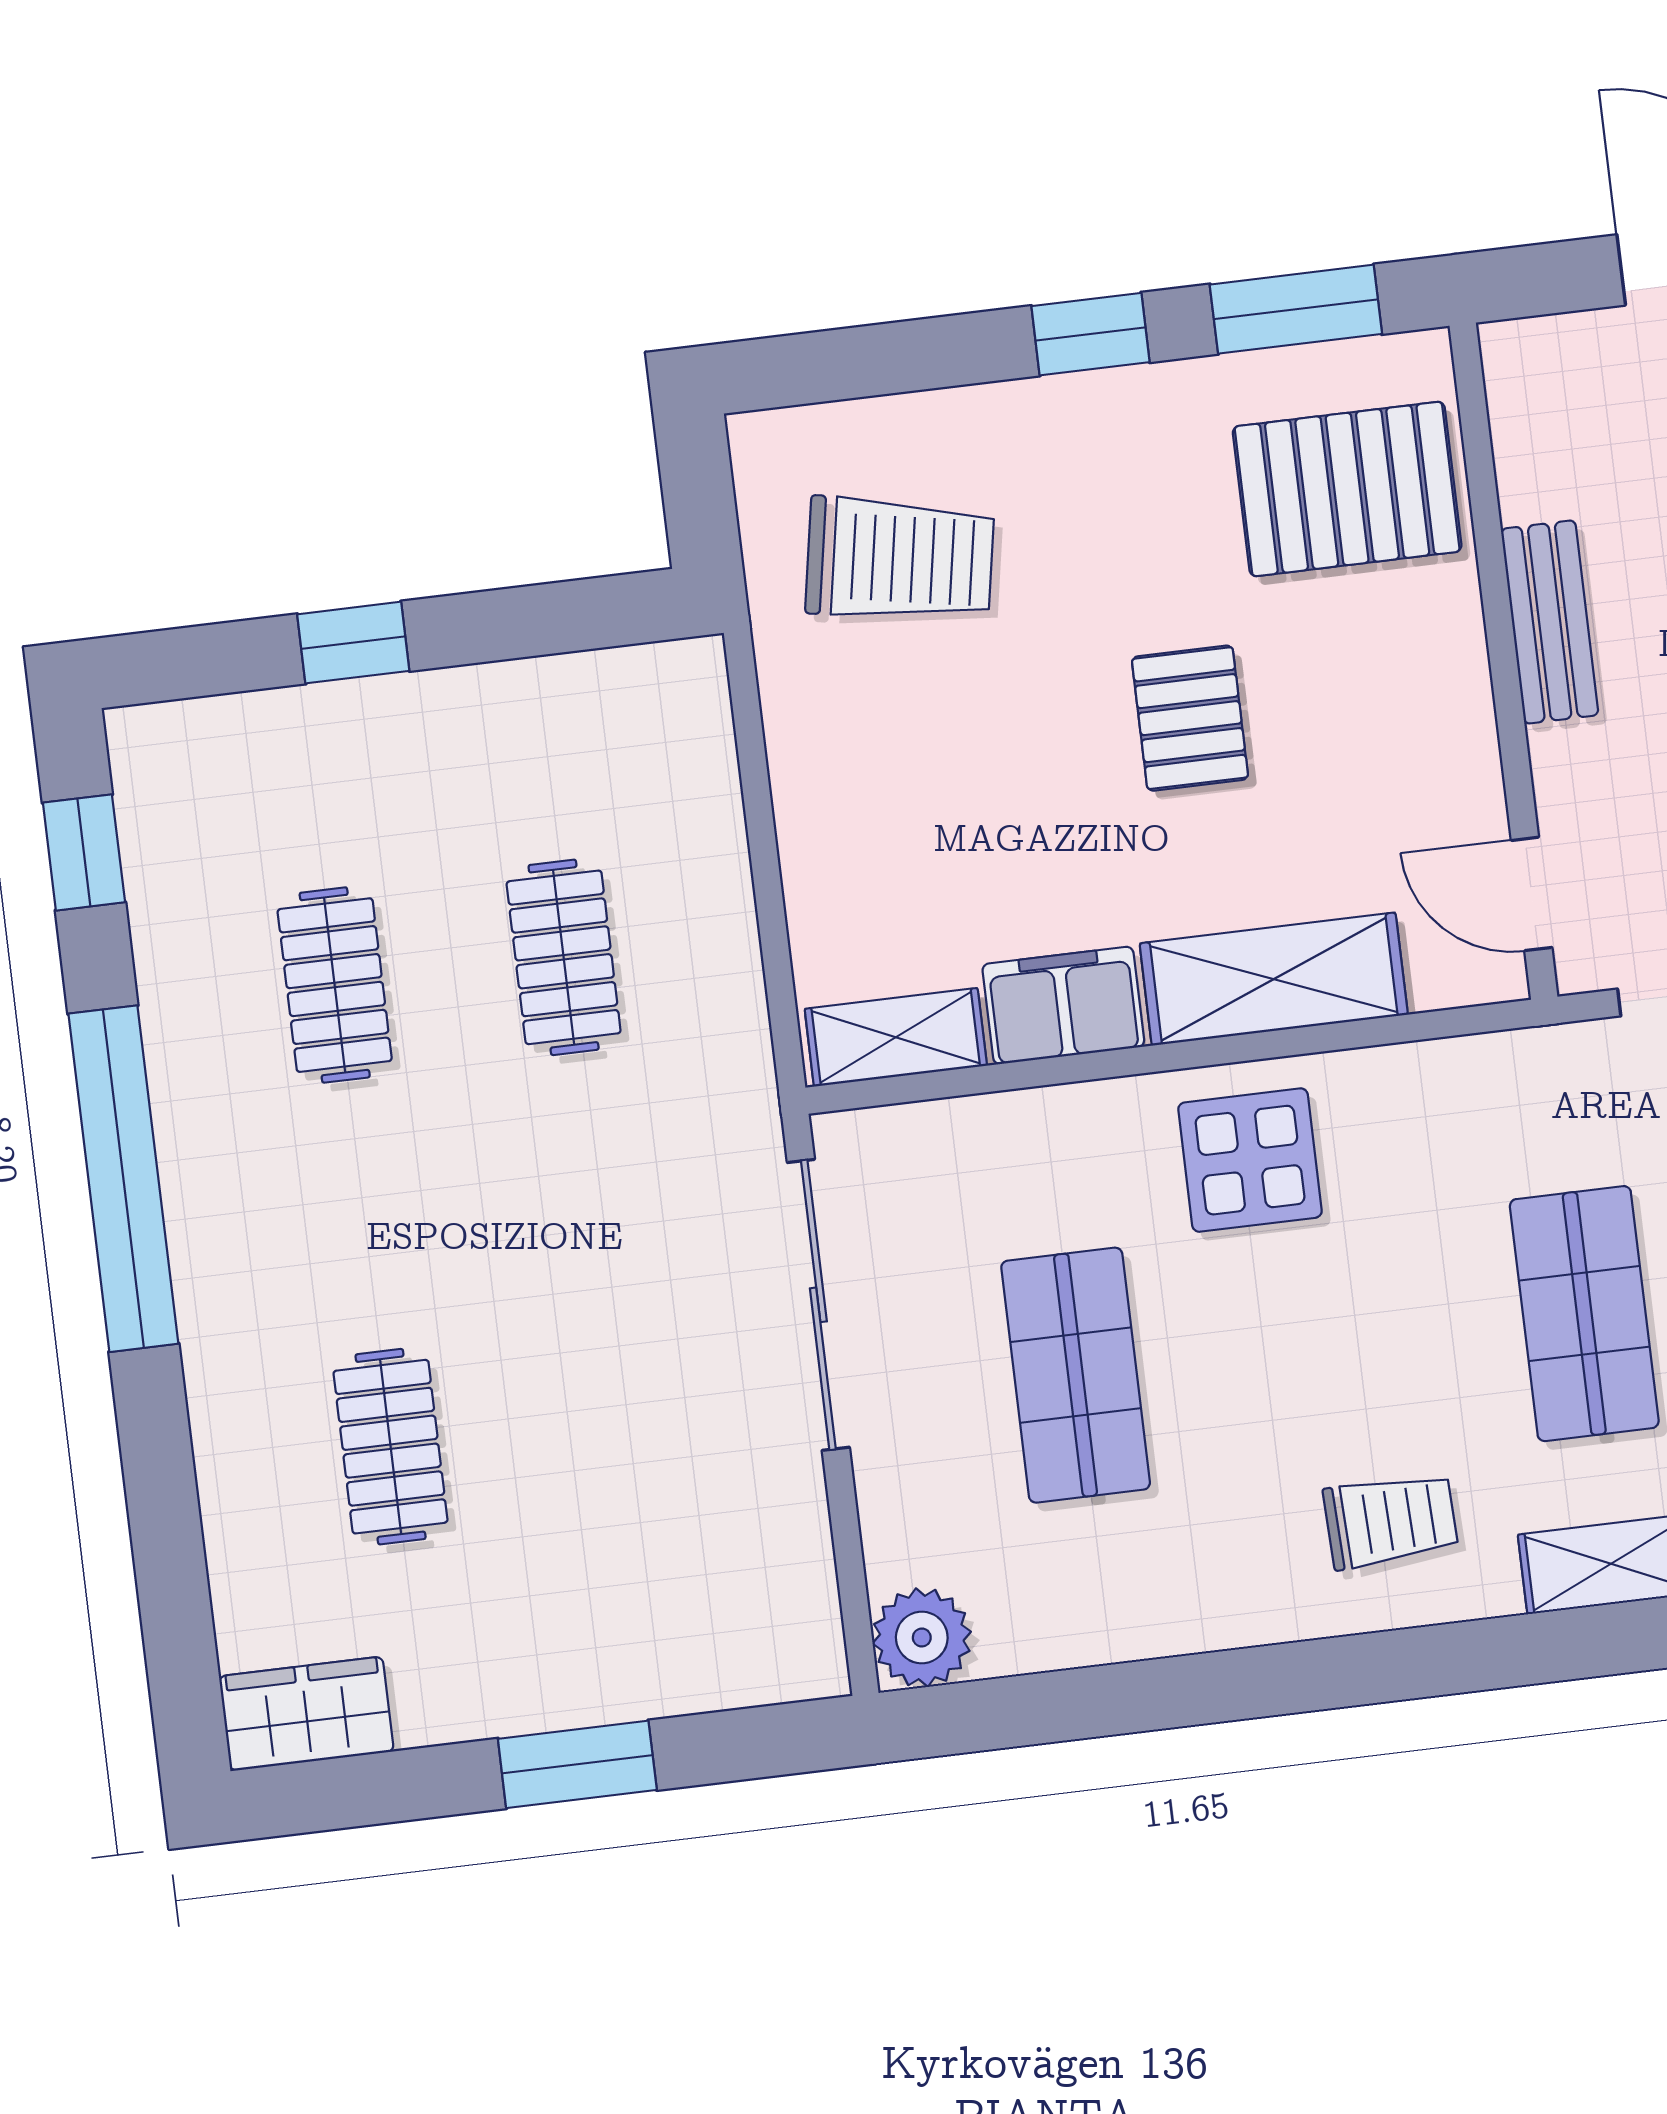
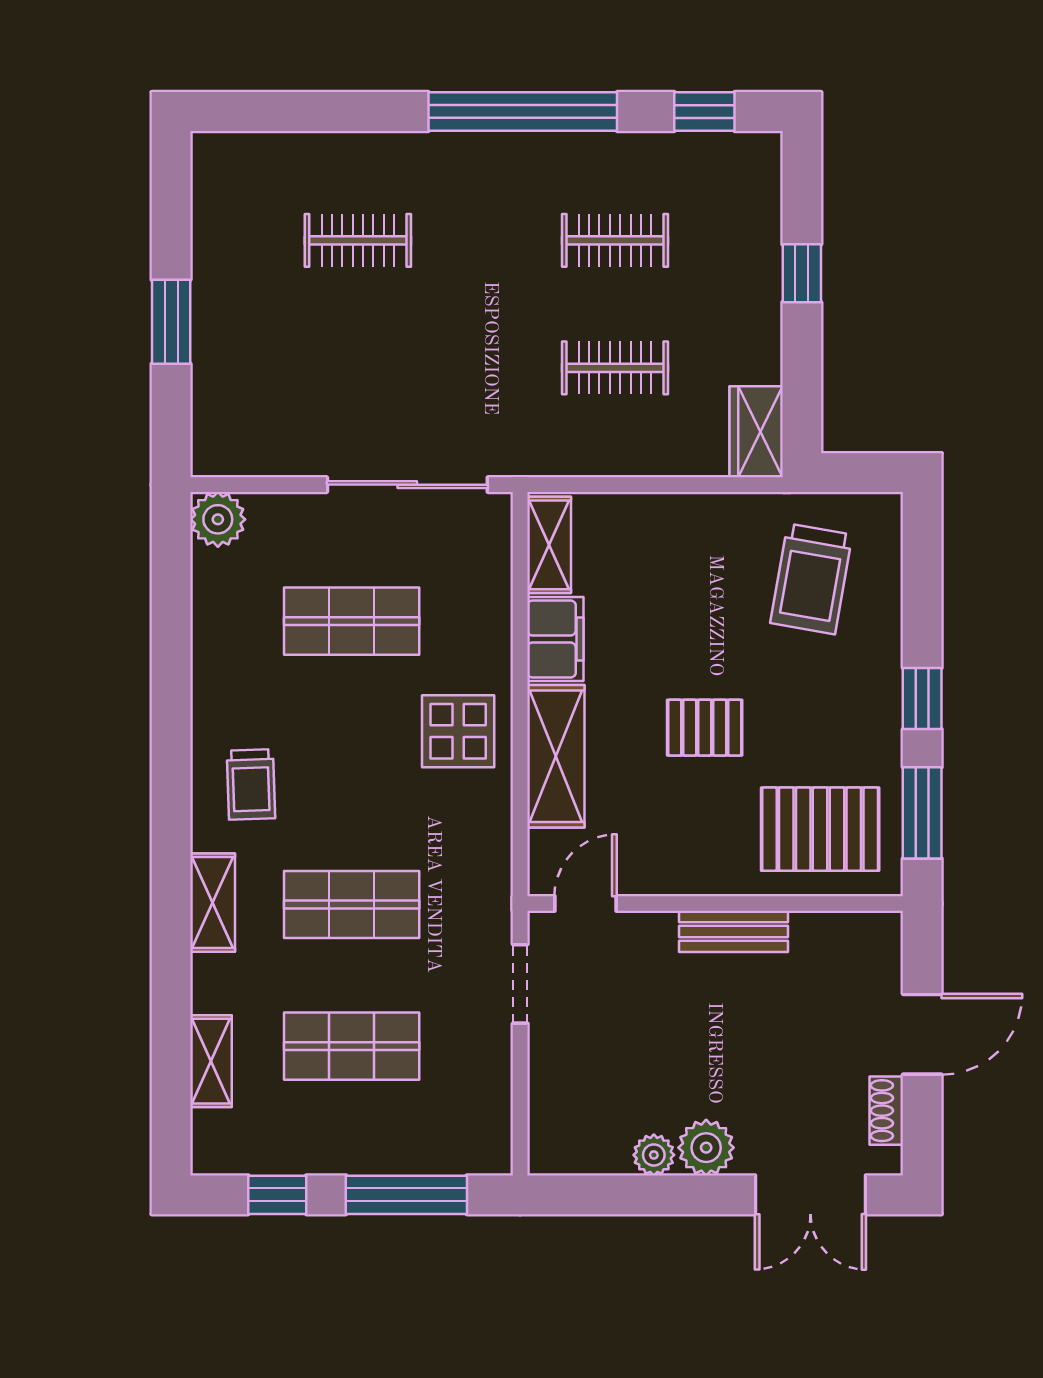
pallet: (1347, 489) -> (820, 829), turned 90
wardrobe: (306, 1714) -> (756, 432), moved, turned 180

